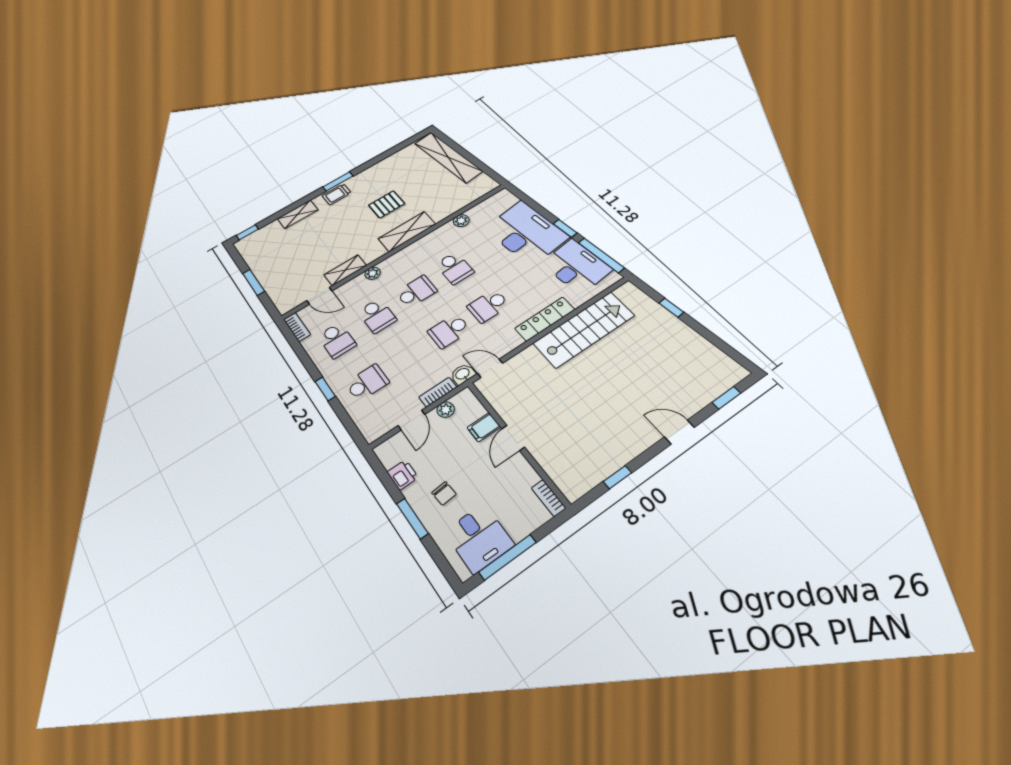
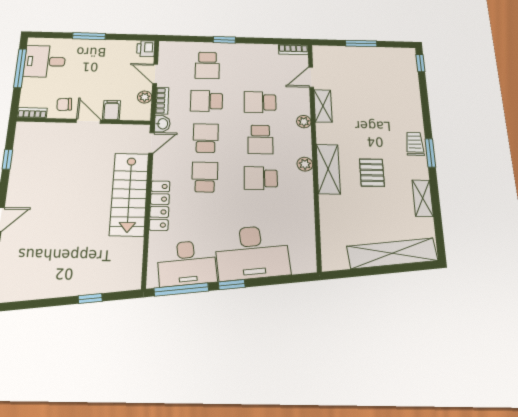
shelving: (298, 214) -> (423, 198), moved
plant: (461, 221) -> (305, 164), moved
stairs: (584, 329) -> (129, 194), moved
school desk: (337, 340) -> (207, 101), moved
printer: (403, 475) -> (146, 49), moved, turned 90
chair: (444, 493) -> (64, 104), moved

